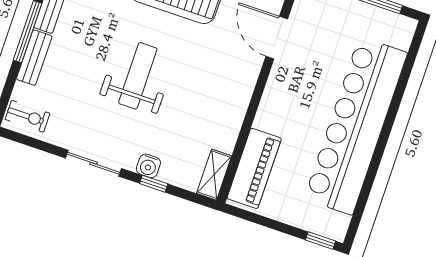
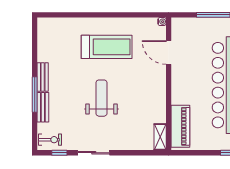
water cooler: (148, 166) -> (123, 144), removed
window: (154, 184) -> (59, 153), moved

